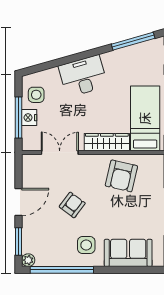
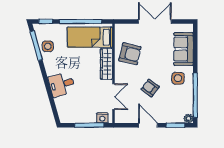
desk: (83, 76) -> (62, 84), width x0.73
side table: (36, 95) -> (48, 46), moved
nightstand: (29, 118) -> (102, 118), moved
double door: (60, 152) -> (114, 97), swing flipped

